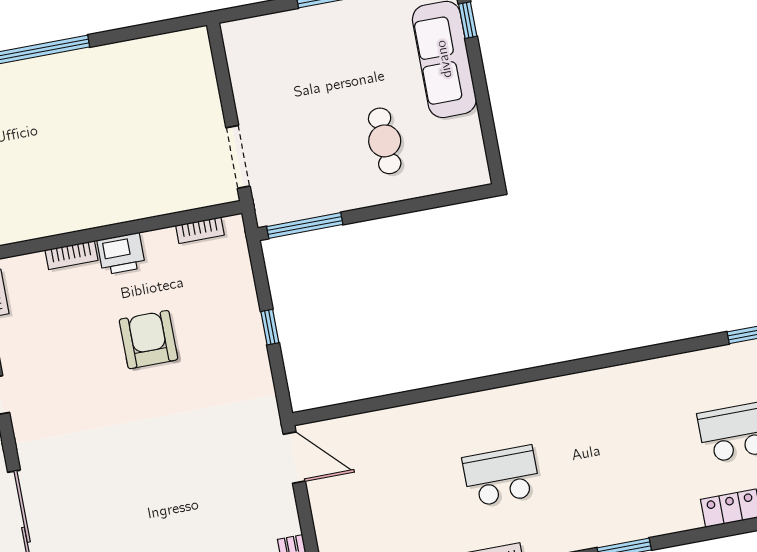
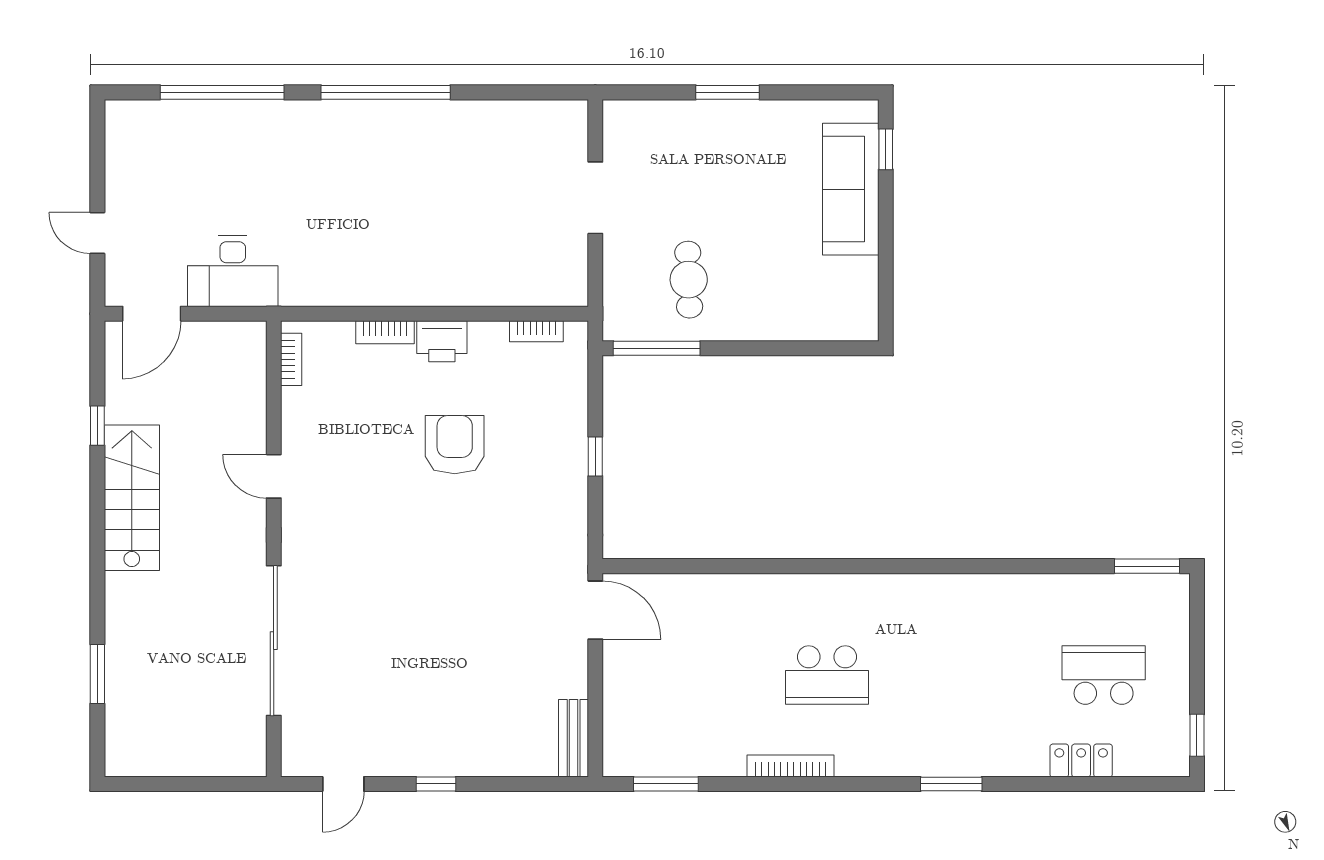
cafe table: (385, 141) -> (689, 280), moved
doorway: (238, 157) -> (595, 198), moved
school desk: (501, 476) -> (827, 675), turned 180

